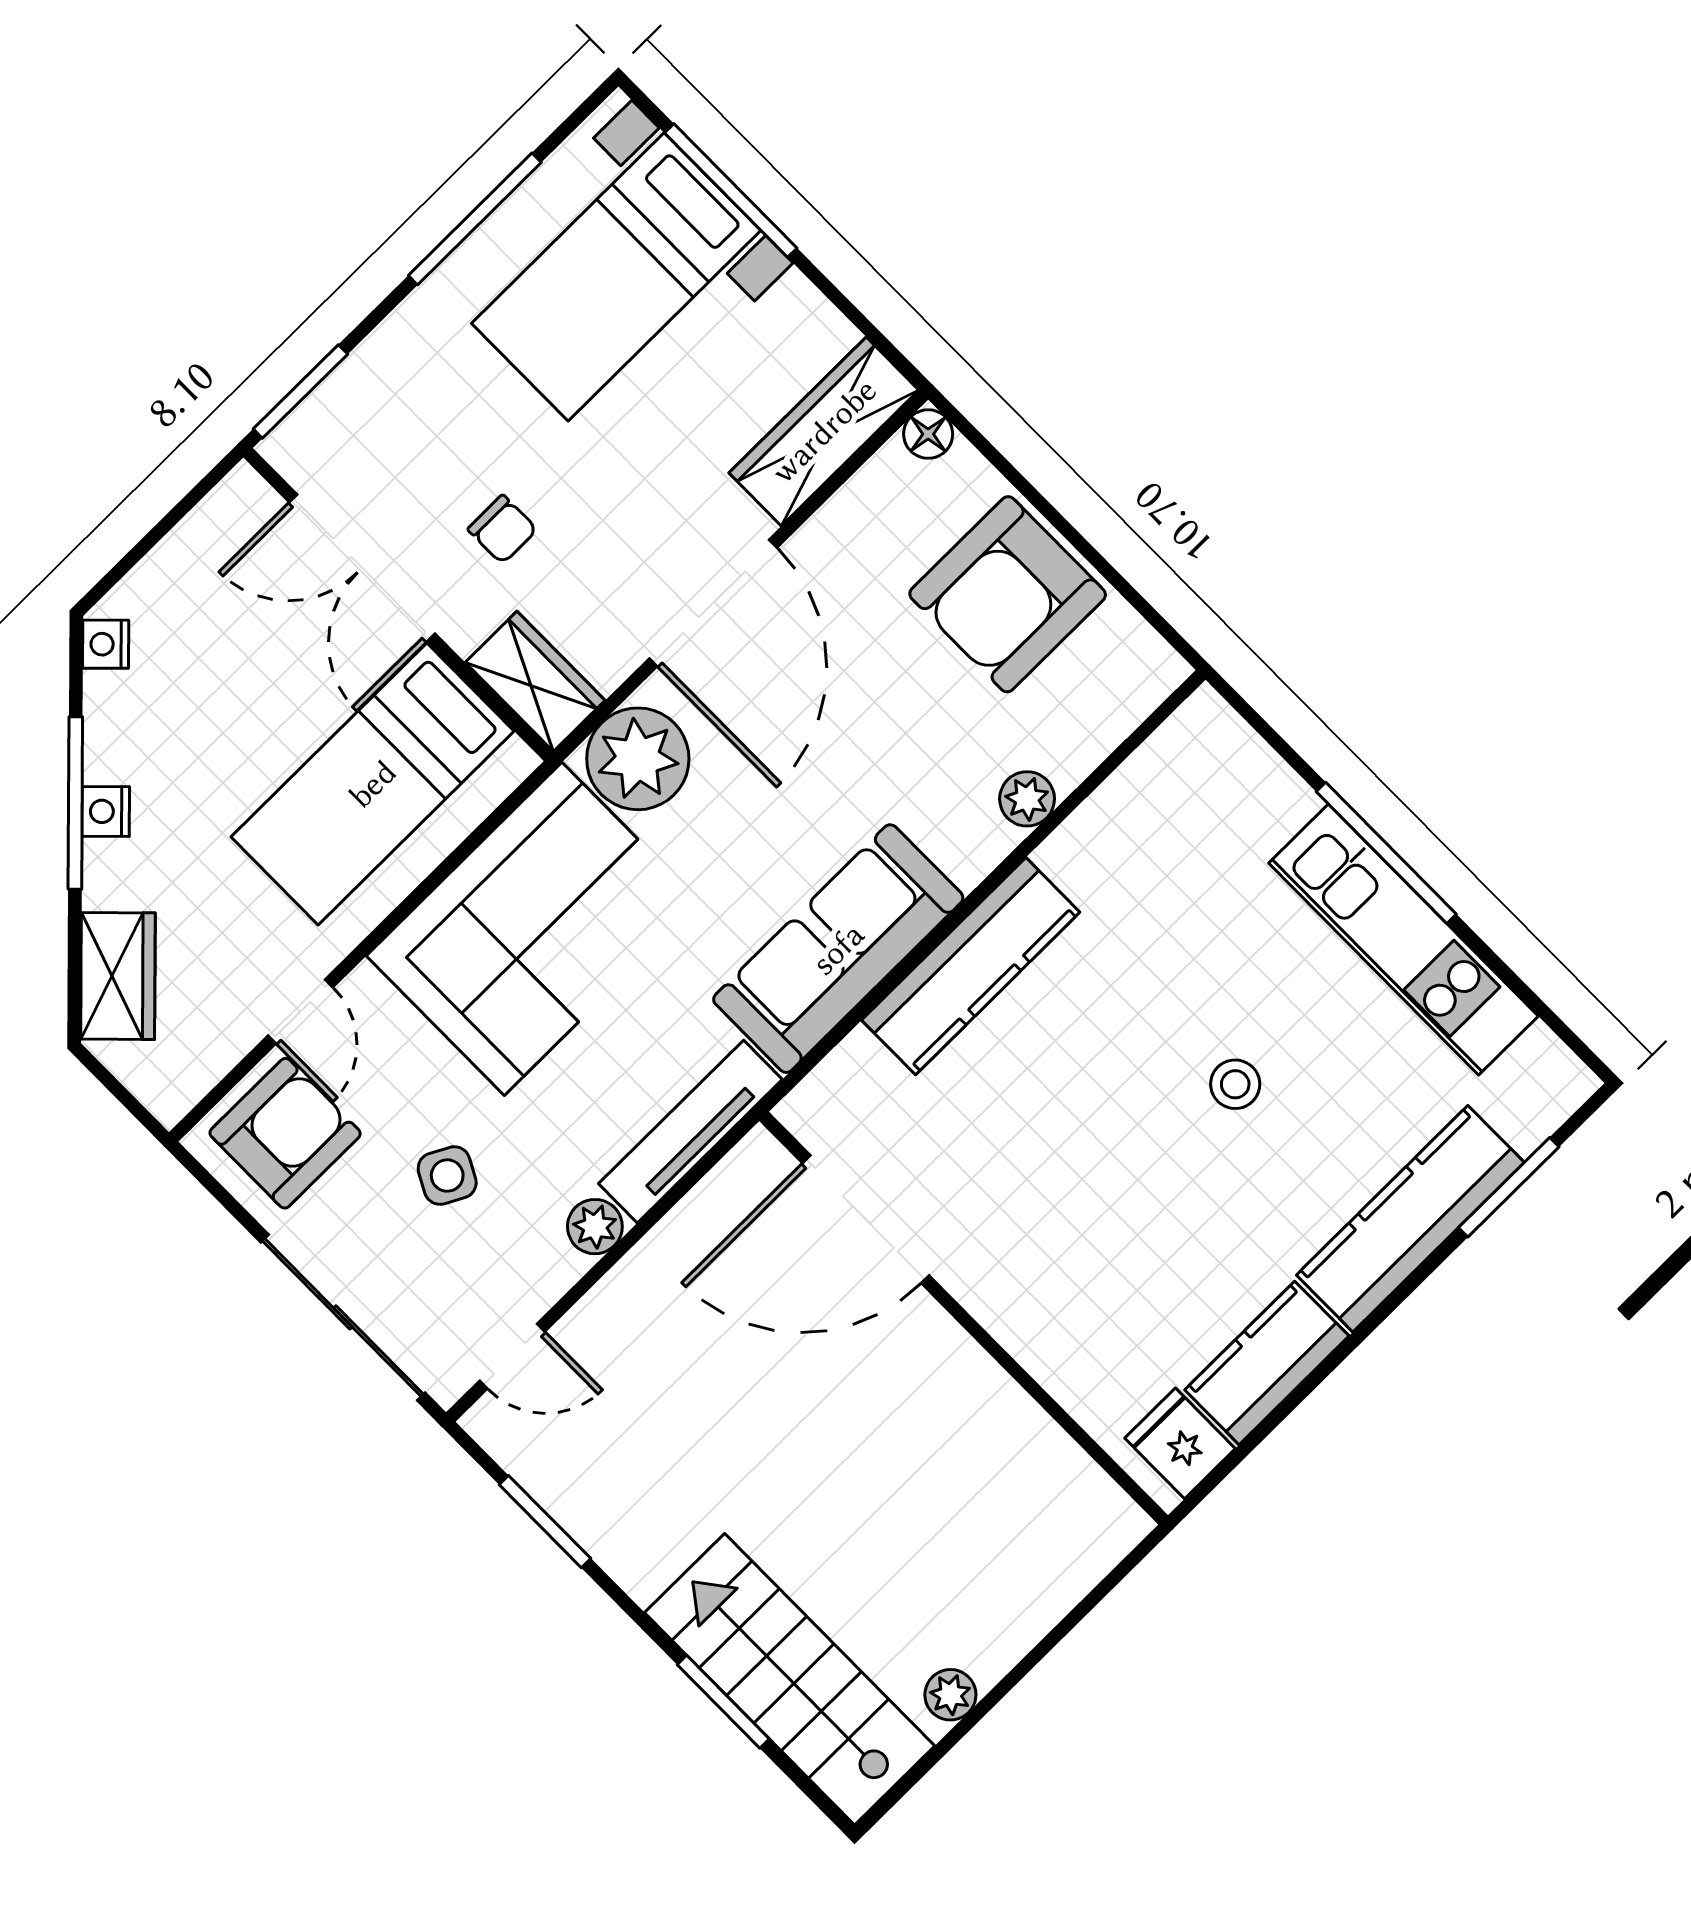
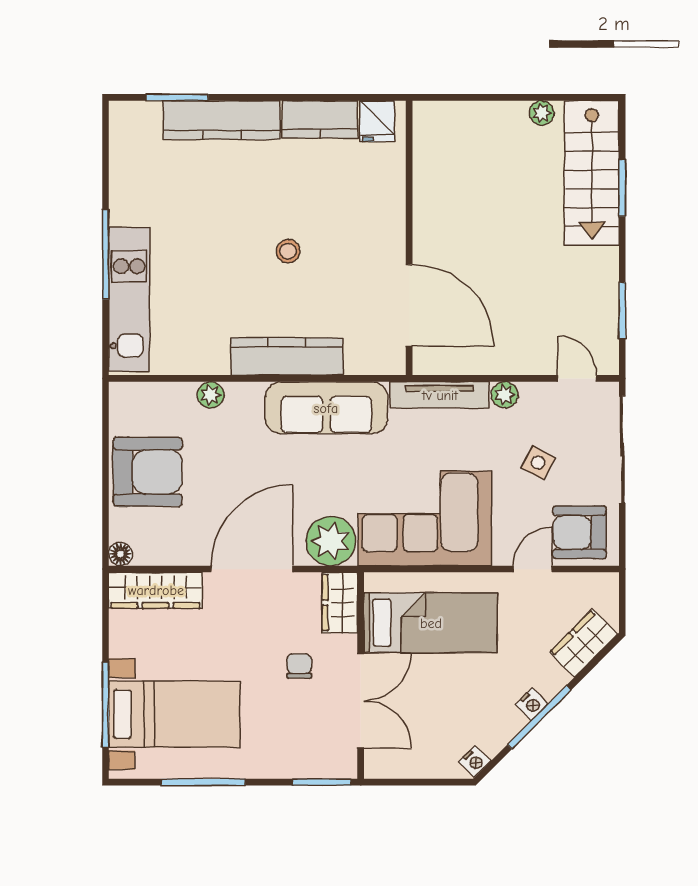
kitchen unit: (1404, 940) -> (129, 299), moved
stool: (1235, 1084) -> (288, 251), moved

